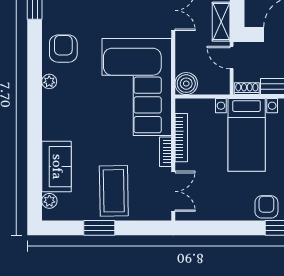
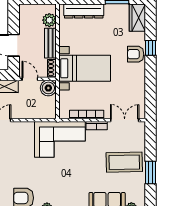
door: (232, 58) -> (30, 79), swing flipped
boiler: (186, 84) -> (48, 88), moved
corner sofa: (137, 87) -> (60, 139), width x0.73, depth x0.74

